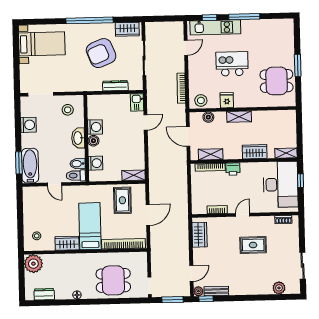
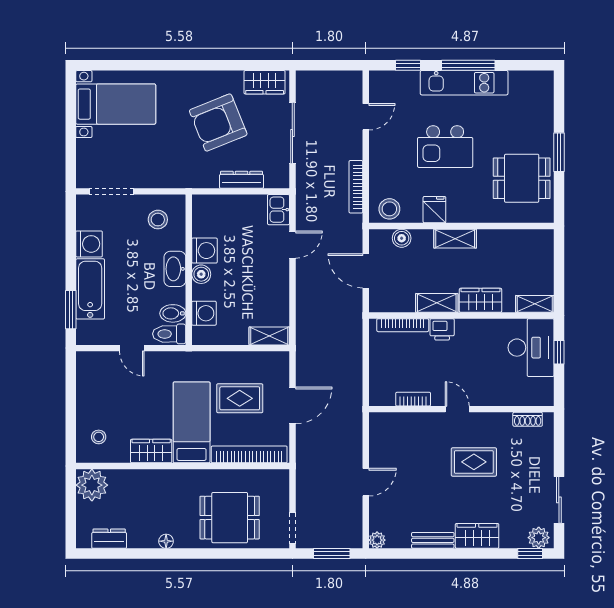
window: (90, 20) -> (200, 65), removed
kitchen unit: (215, 27) -> (464, 83), moved
kitchen island: (232, 64) -> (445, 147), turned 180
shelving: (211, 154) -> (437, 303), moved
bathtub: (30, 166) -> (90, 289), moved
desk: (281, 184) -> (531, 348), width x0.73, depth x0.77
rug: (122, 200) -> (240, 398), moved, turned 90
door: (243, 215) -> (457, 409), hinge flipped
wardrobe: (199, 235) -> (477, 536), moved, turned -90
door: (191, 273) -> (366, 482), moved
plant: (279, 288) -> (539, 538), moved
bench: (216, 291) -> (433, 540), moved
window: (206, 299) -> (530, 553), moved

